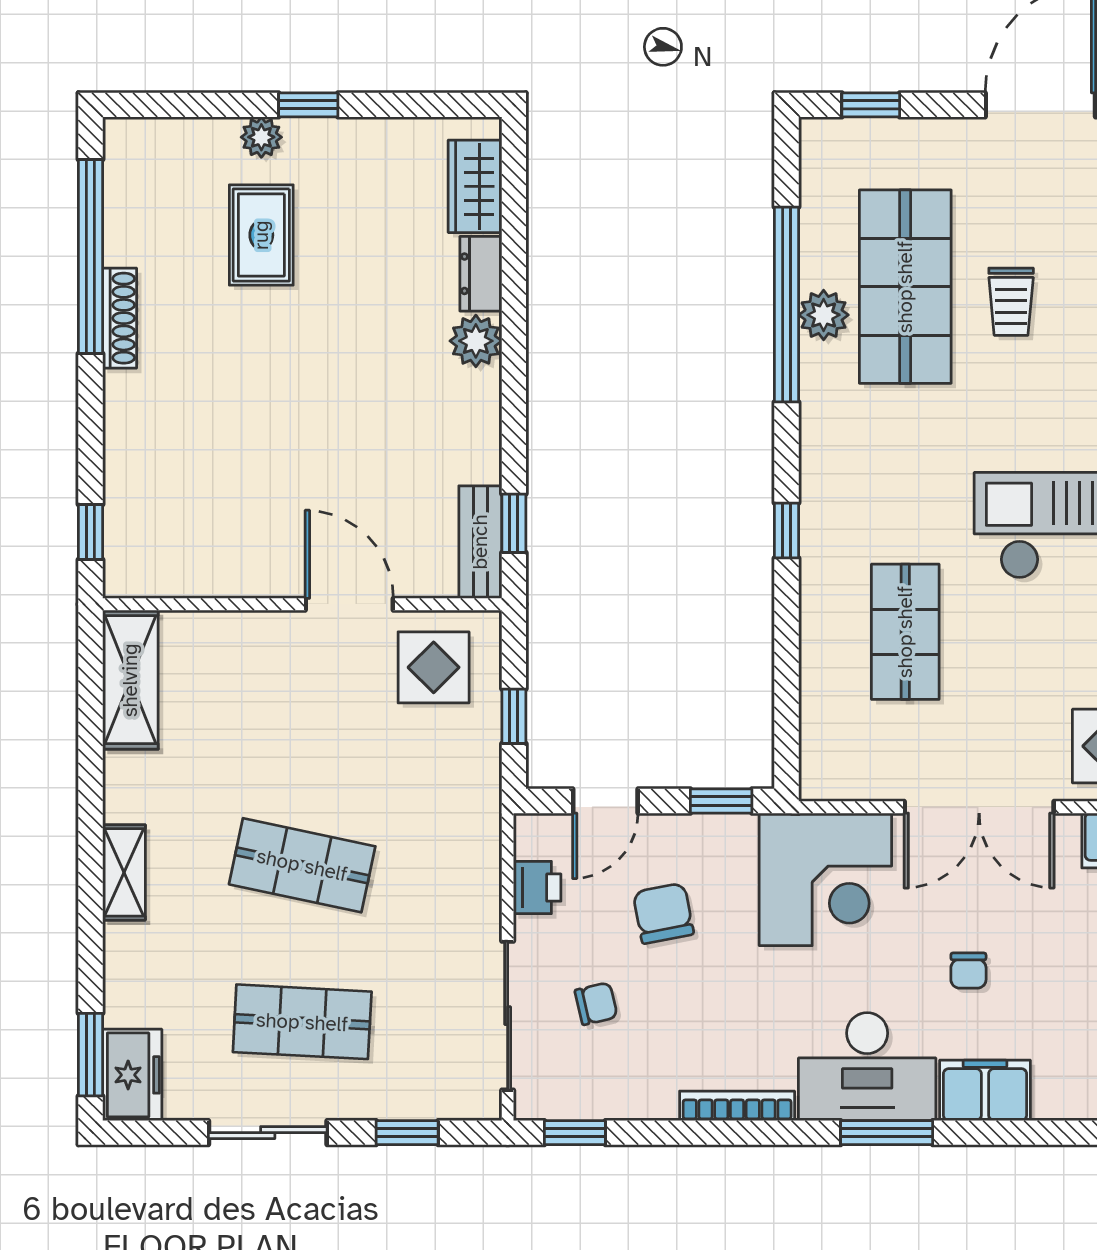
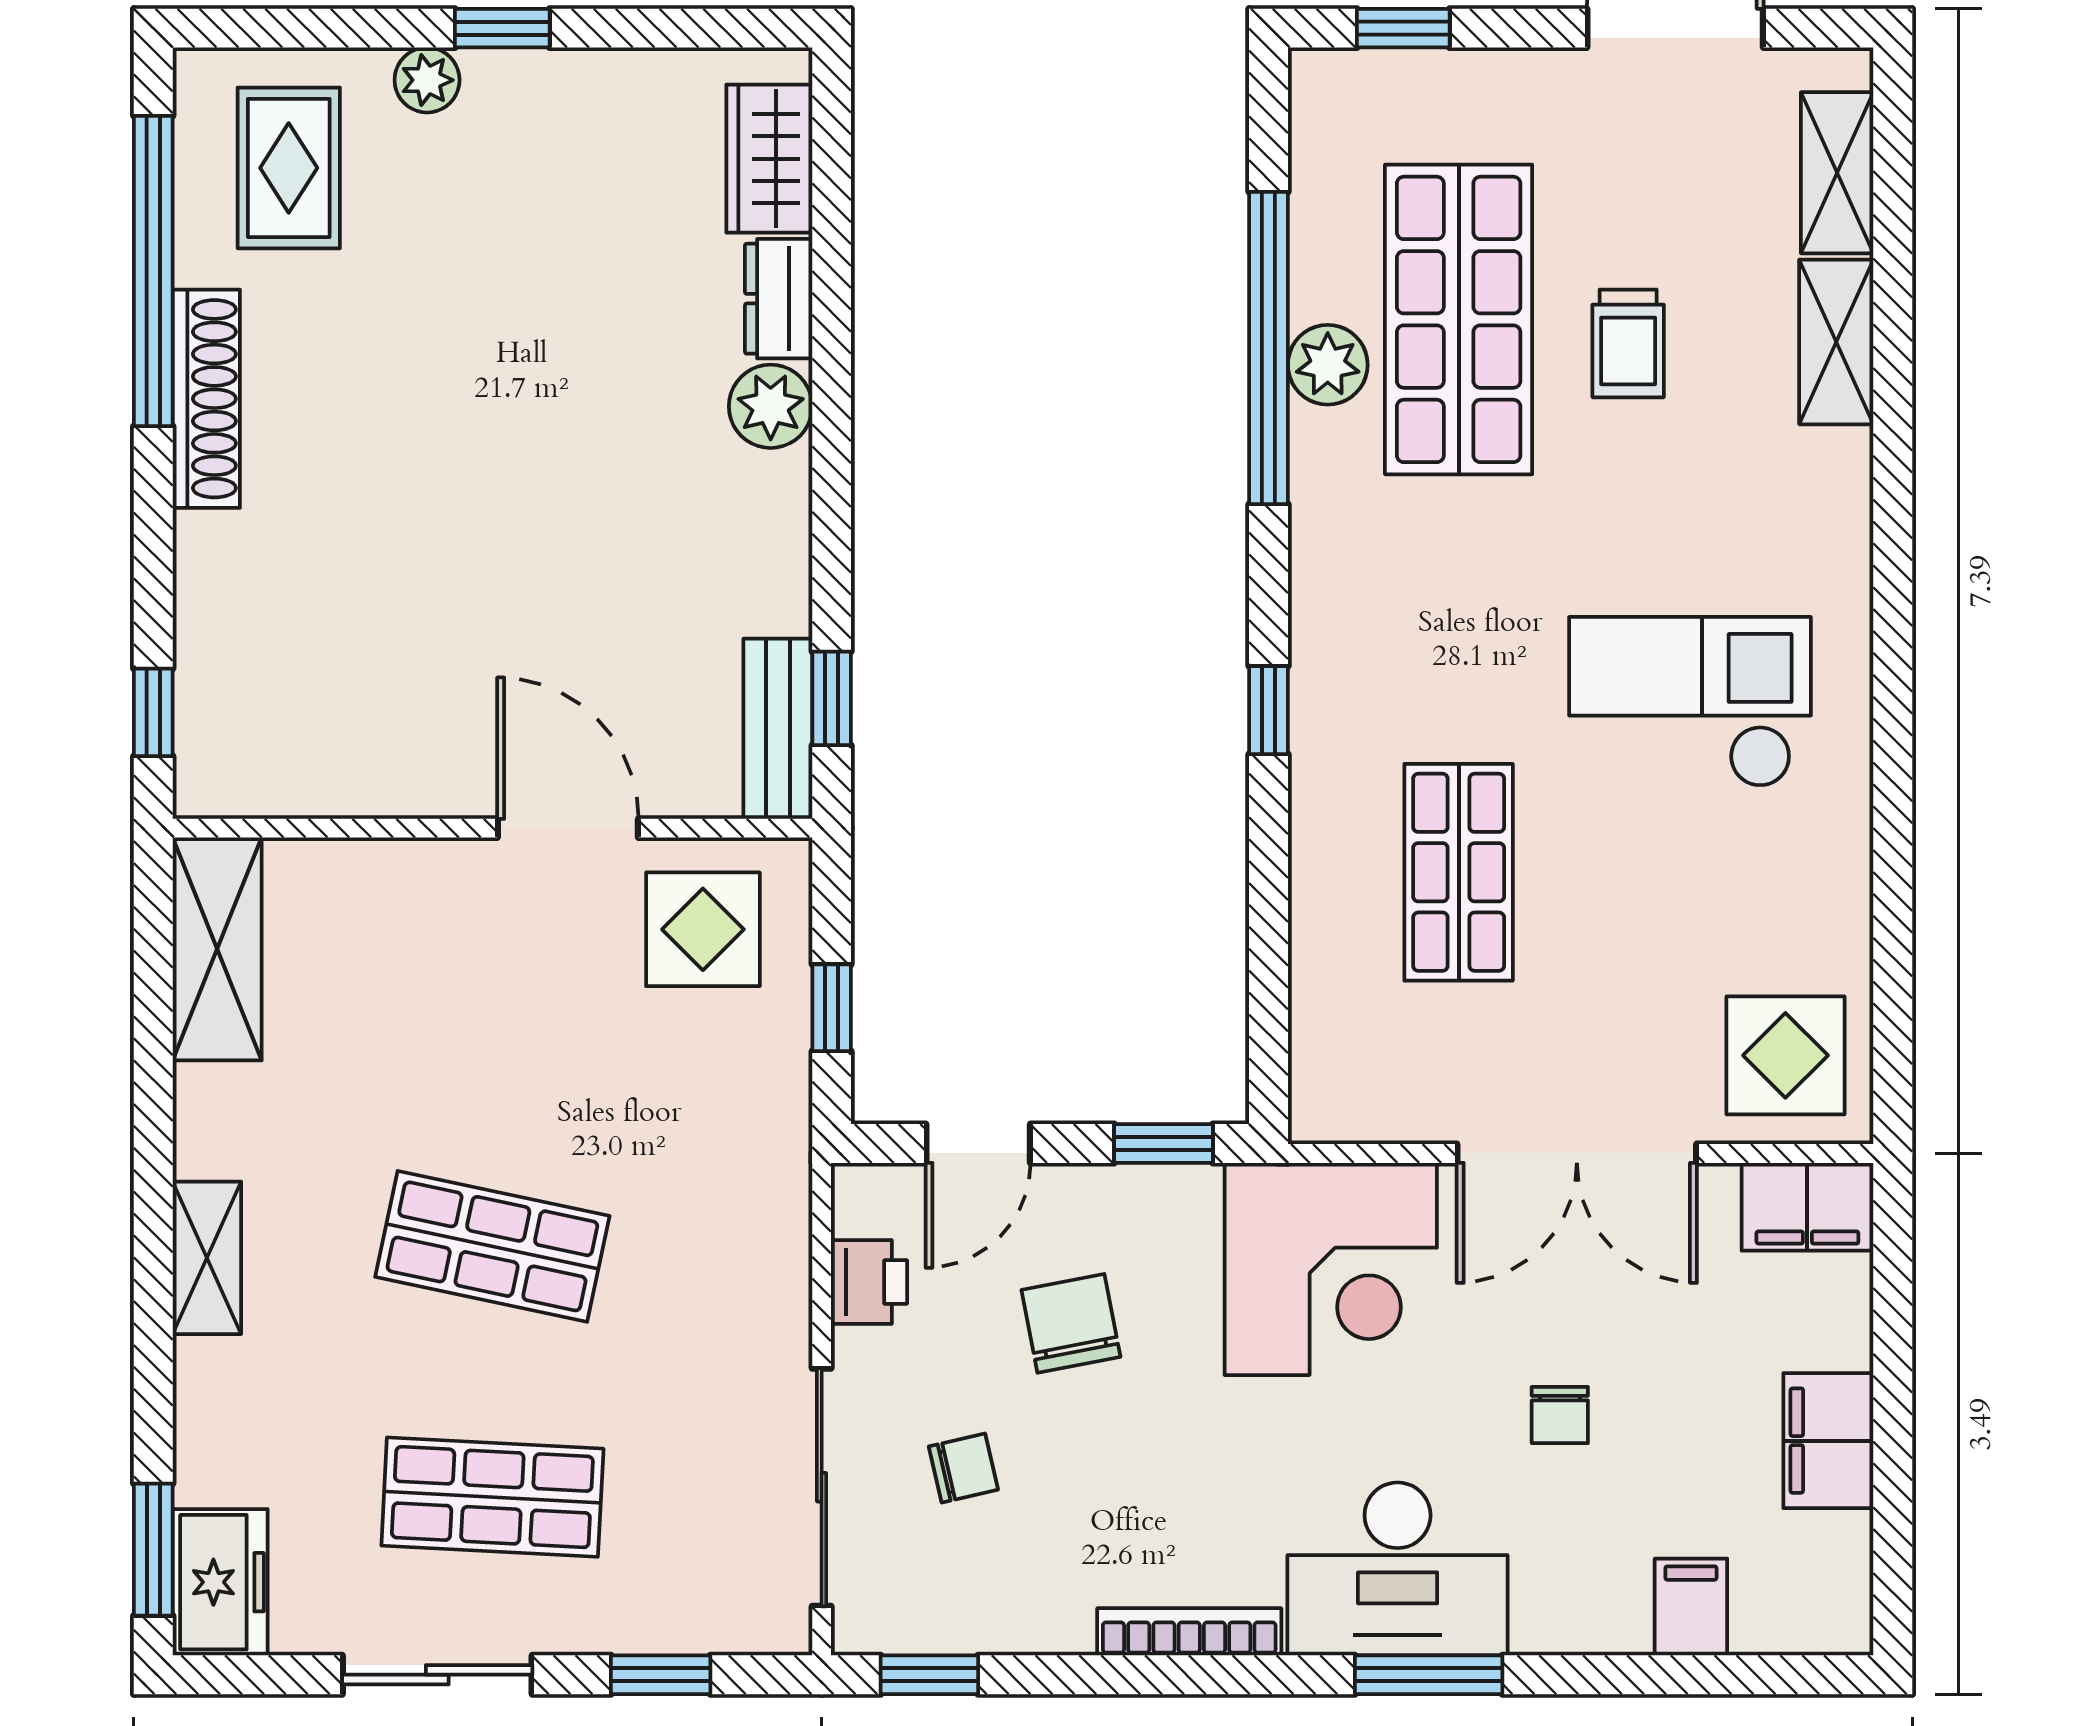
rug: (261, 235) -> (289, 168), moved
shoe rack: (120, 318) -> (206, 399), width x1.36, depth x1.24
filing cabinet: (985, 1090) -> (1691, 1607), moved, width x0.50

